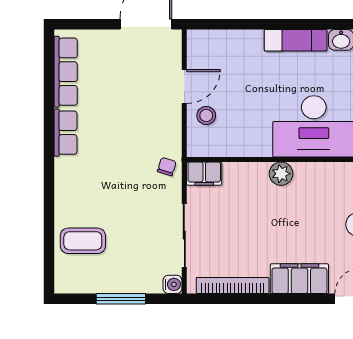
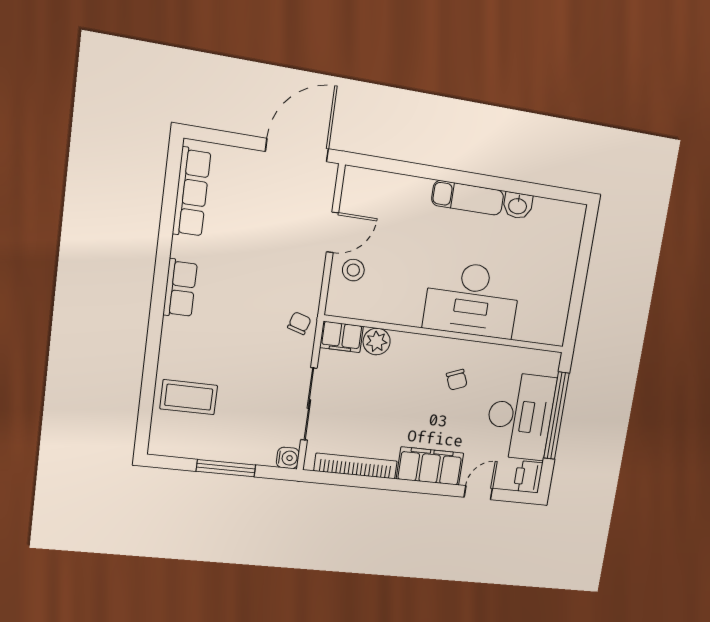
row of seats: (65, 133) -> (180, 288), moved
plant: (281, 174) -> (377, 341), moved
chair: (311, 198) -> (457, 380), added

